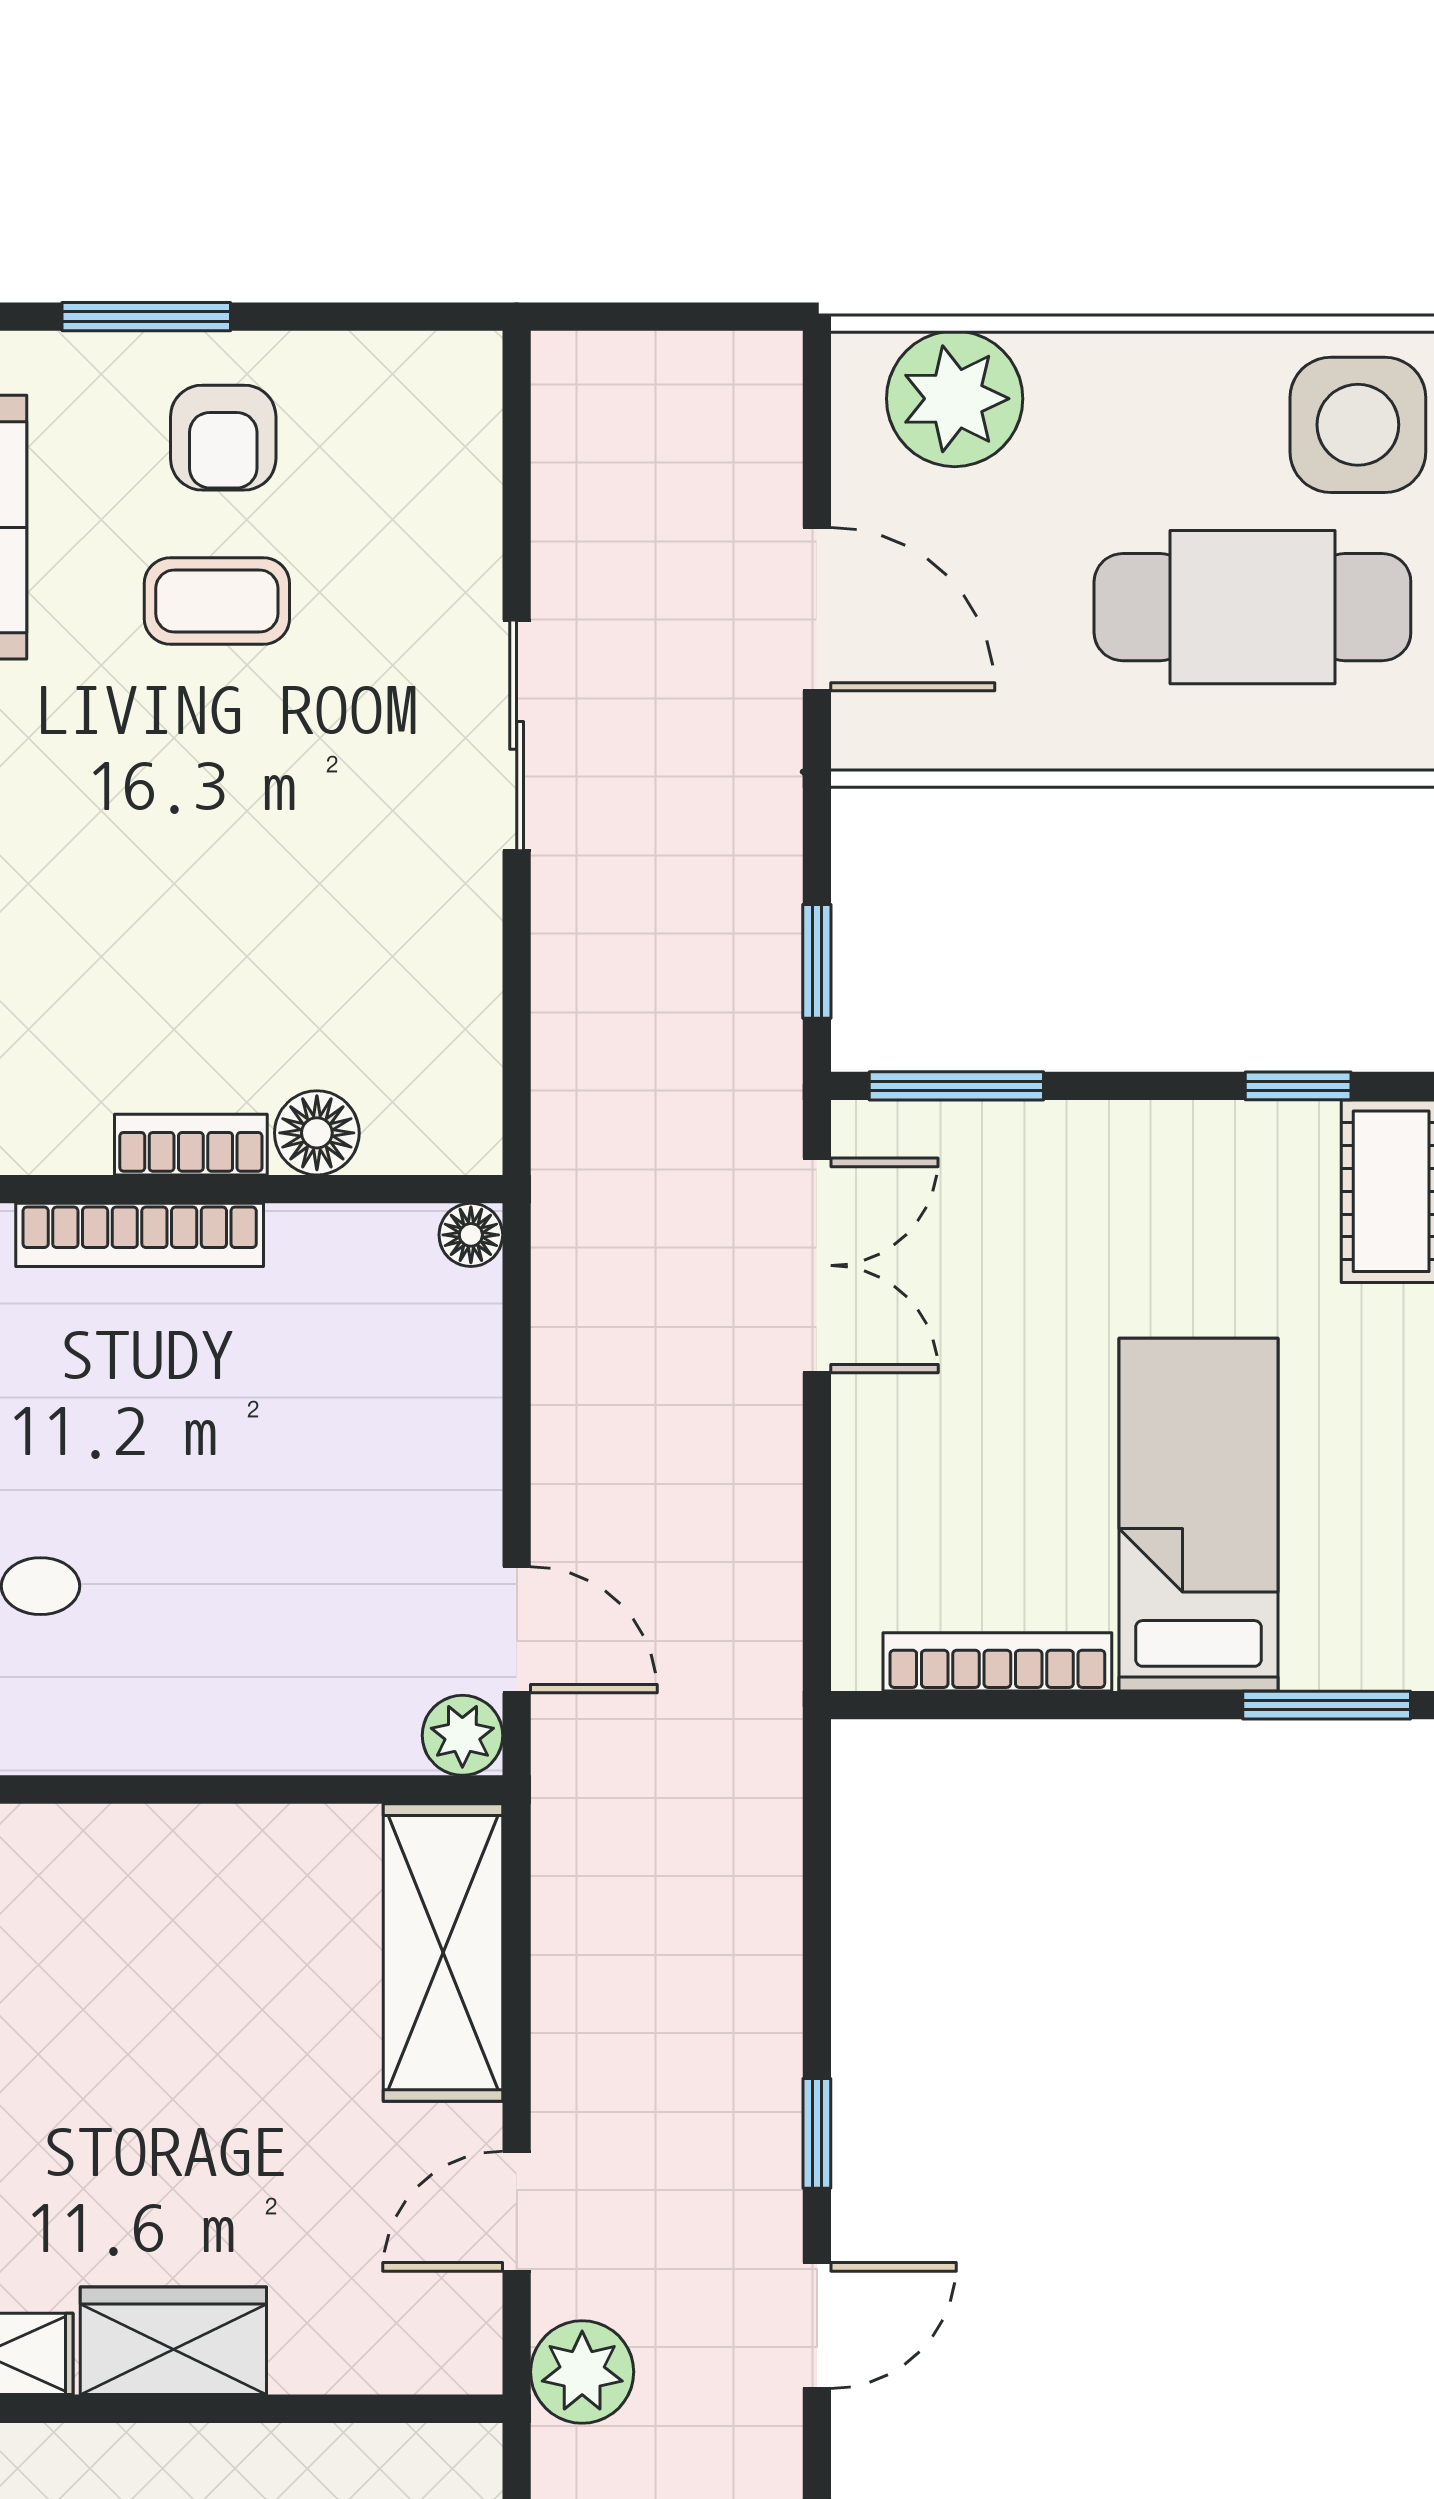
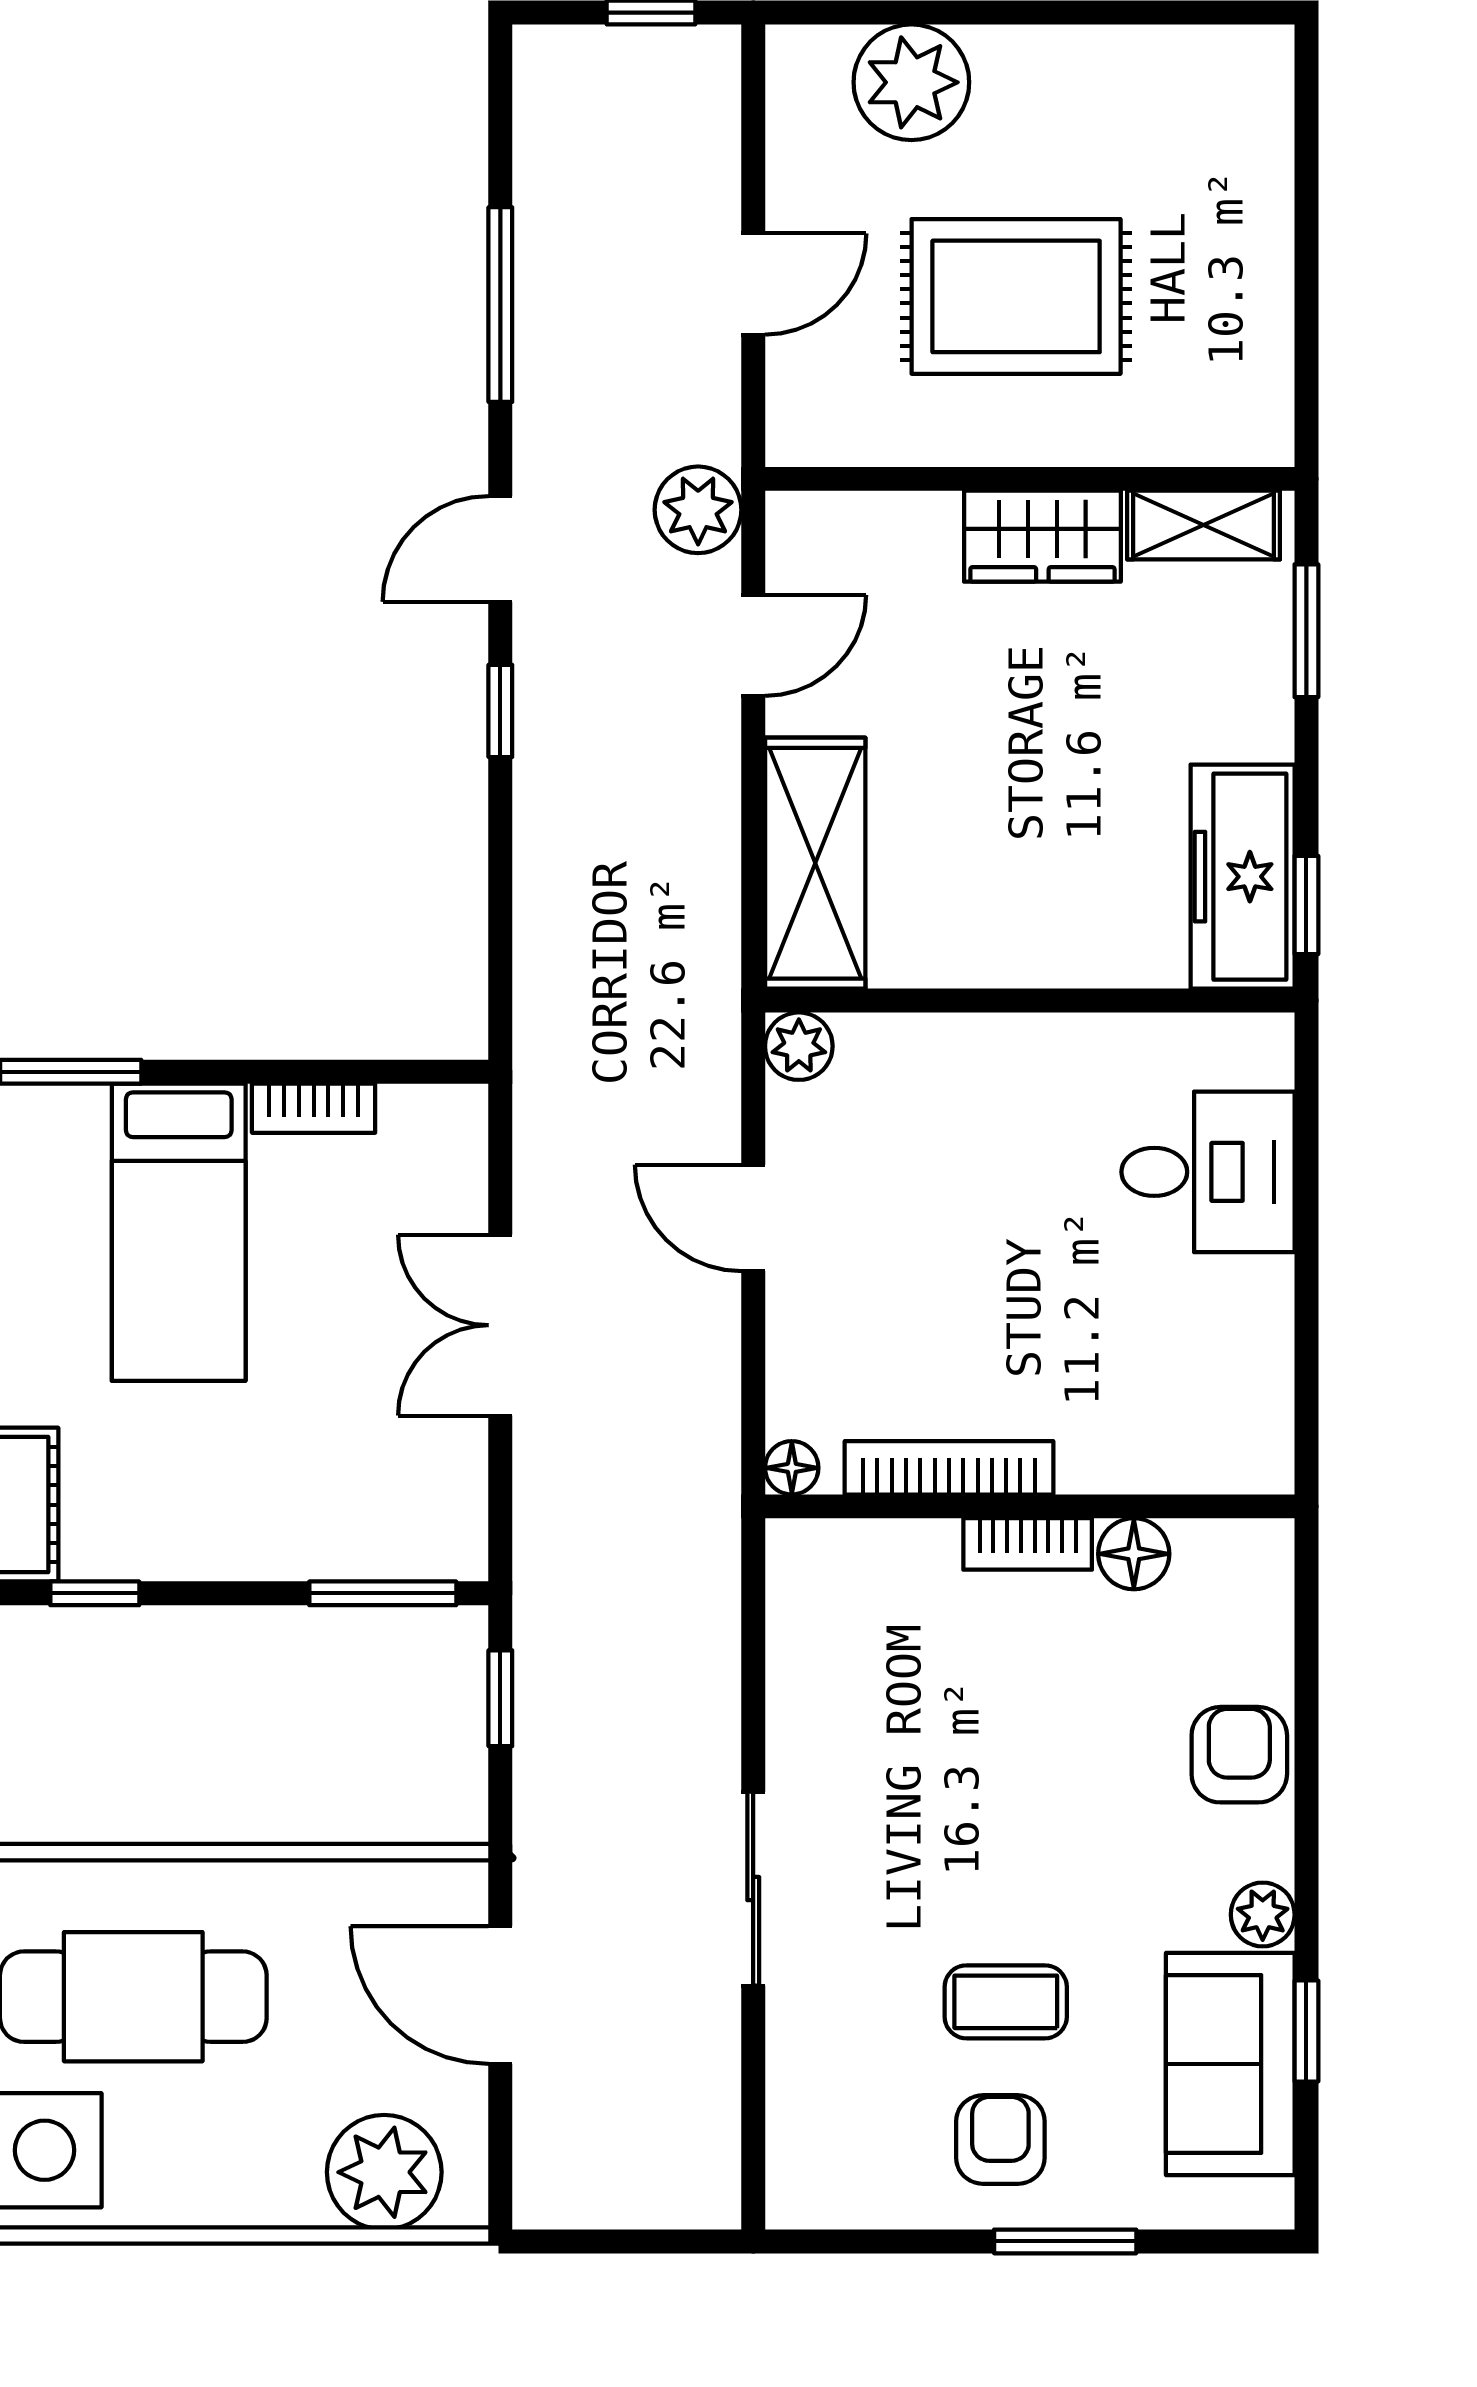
floor lamp: (317, 1133) -> (1134, 1554), moved
bookcase: (140, 1235) -> (949, 1468), moved
double door: (817, 1265) -> (500, 1325), moved
door: (517, 1630) -> (753, 1218), moved
bookcase: (997, 1662) -> (314, 1108), width x0.64

